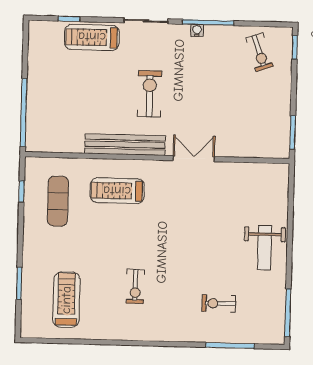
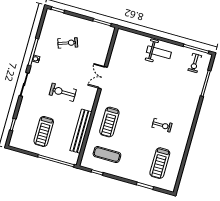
treadmill: (92, 37) -> (44, 132), moved
exercise bike: (260, 52) -> (68, 43), moved
bench: (125, 145) -> (81, 131), moved
treadmill: (66, 300) -> (160, 163), turned -90
exercise bike: (219, 303) -> (195, 63), moved

